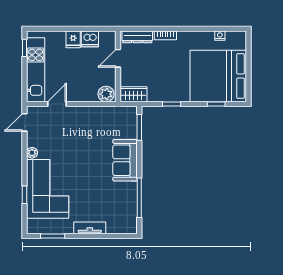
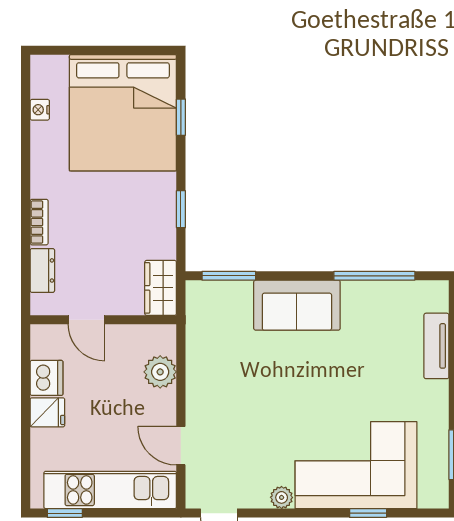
dresser: (137, 37) -> (42, 270), width x0.70
plant: (106, 94) -> (160, 372), moved
tv unit: (90, 228) -> (436, 346), moved

